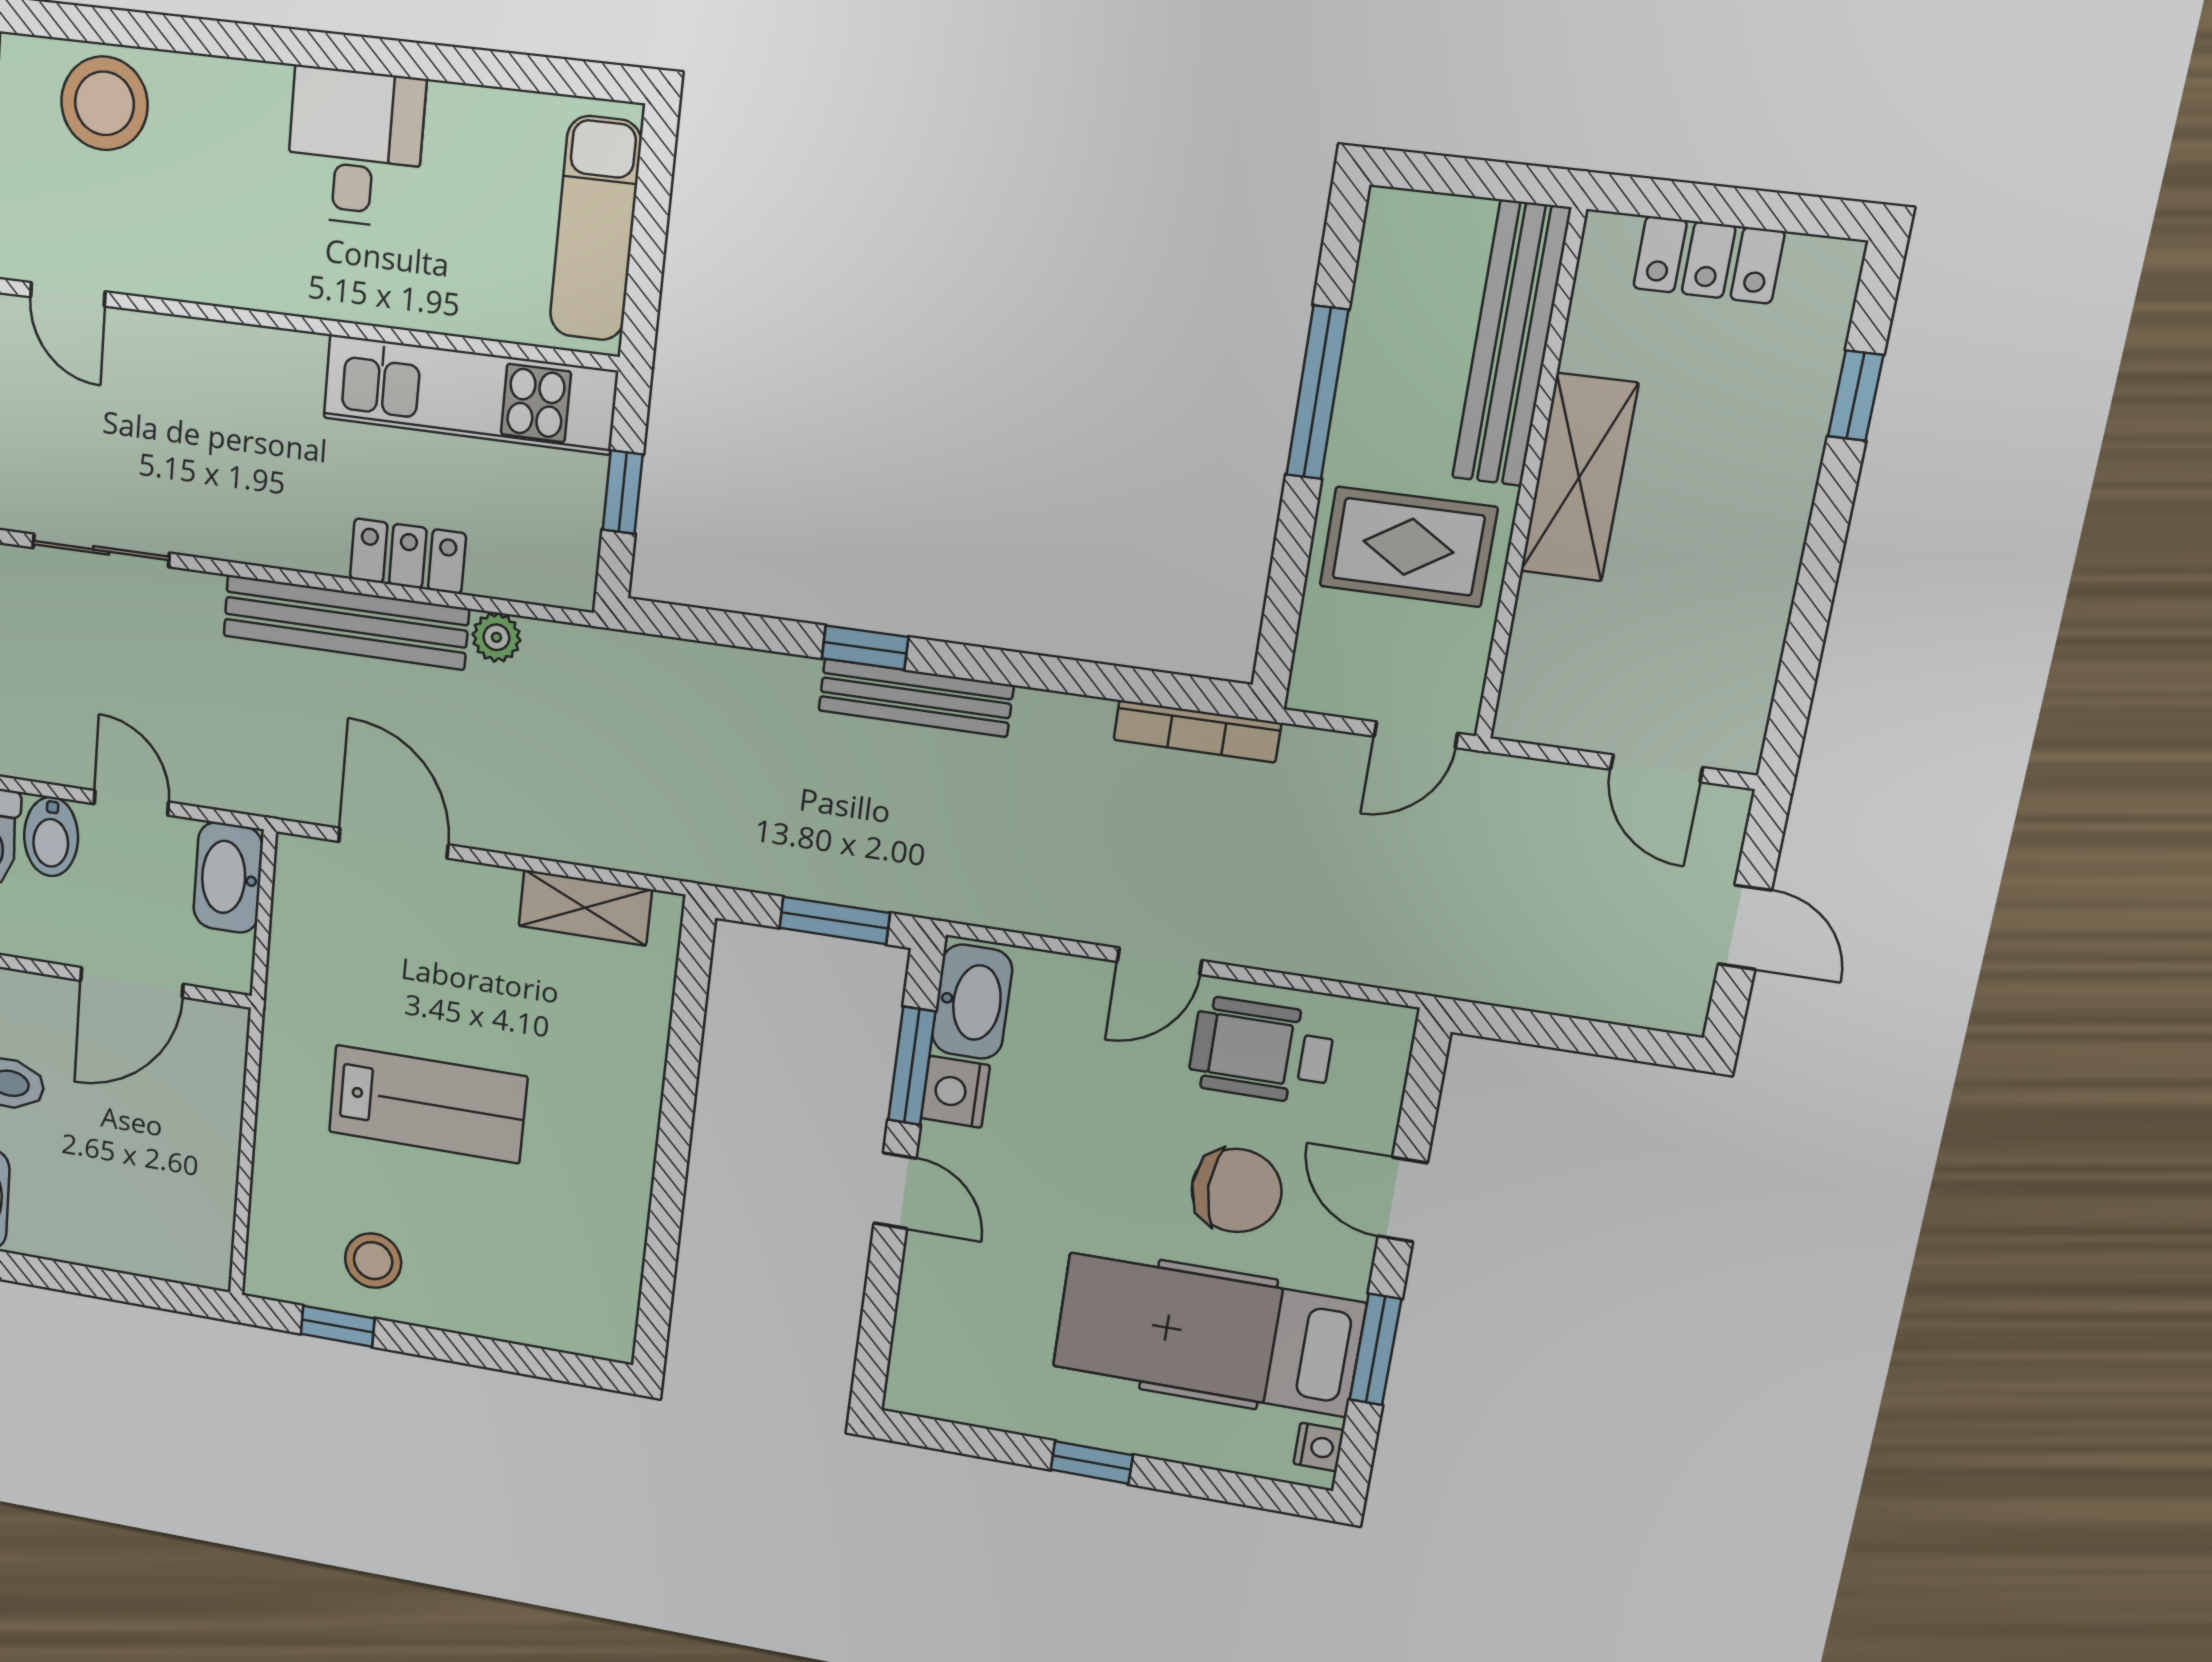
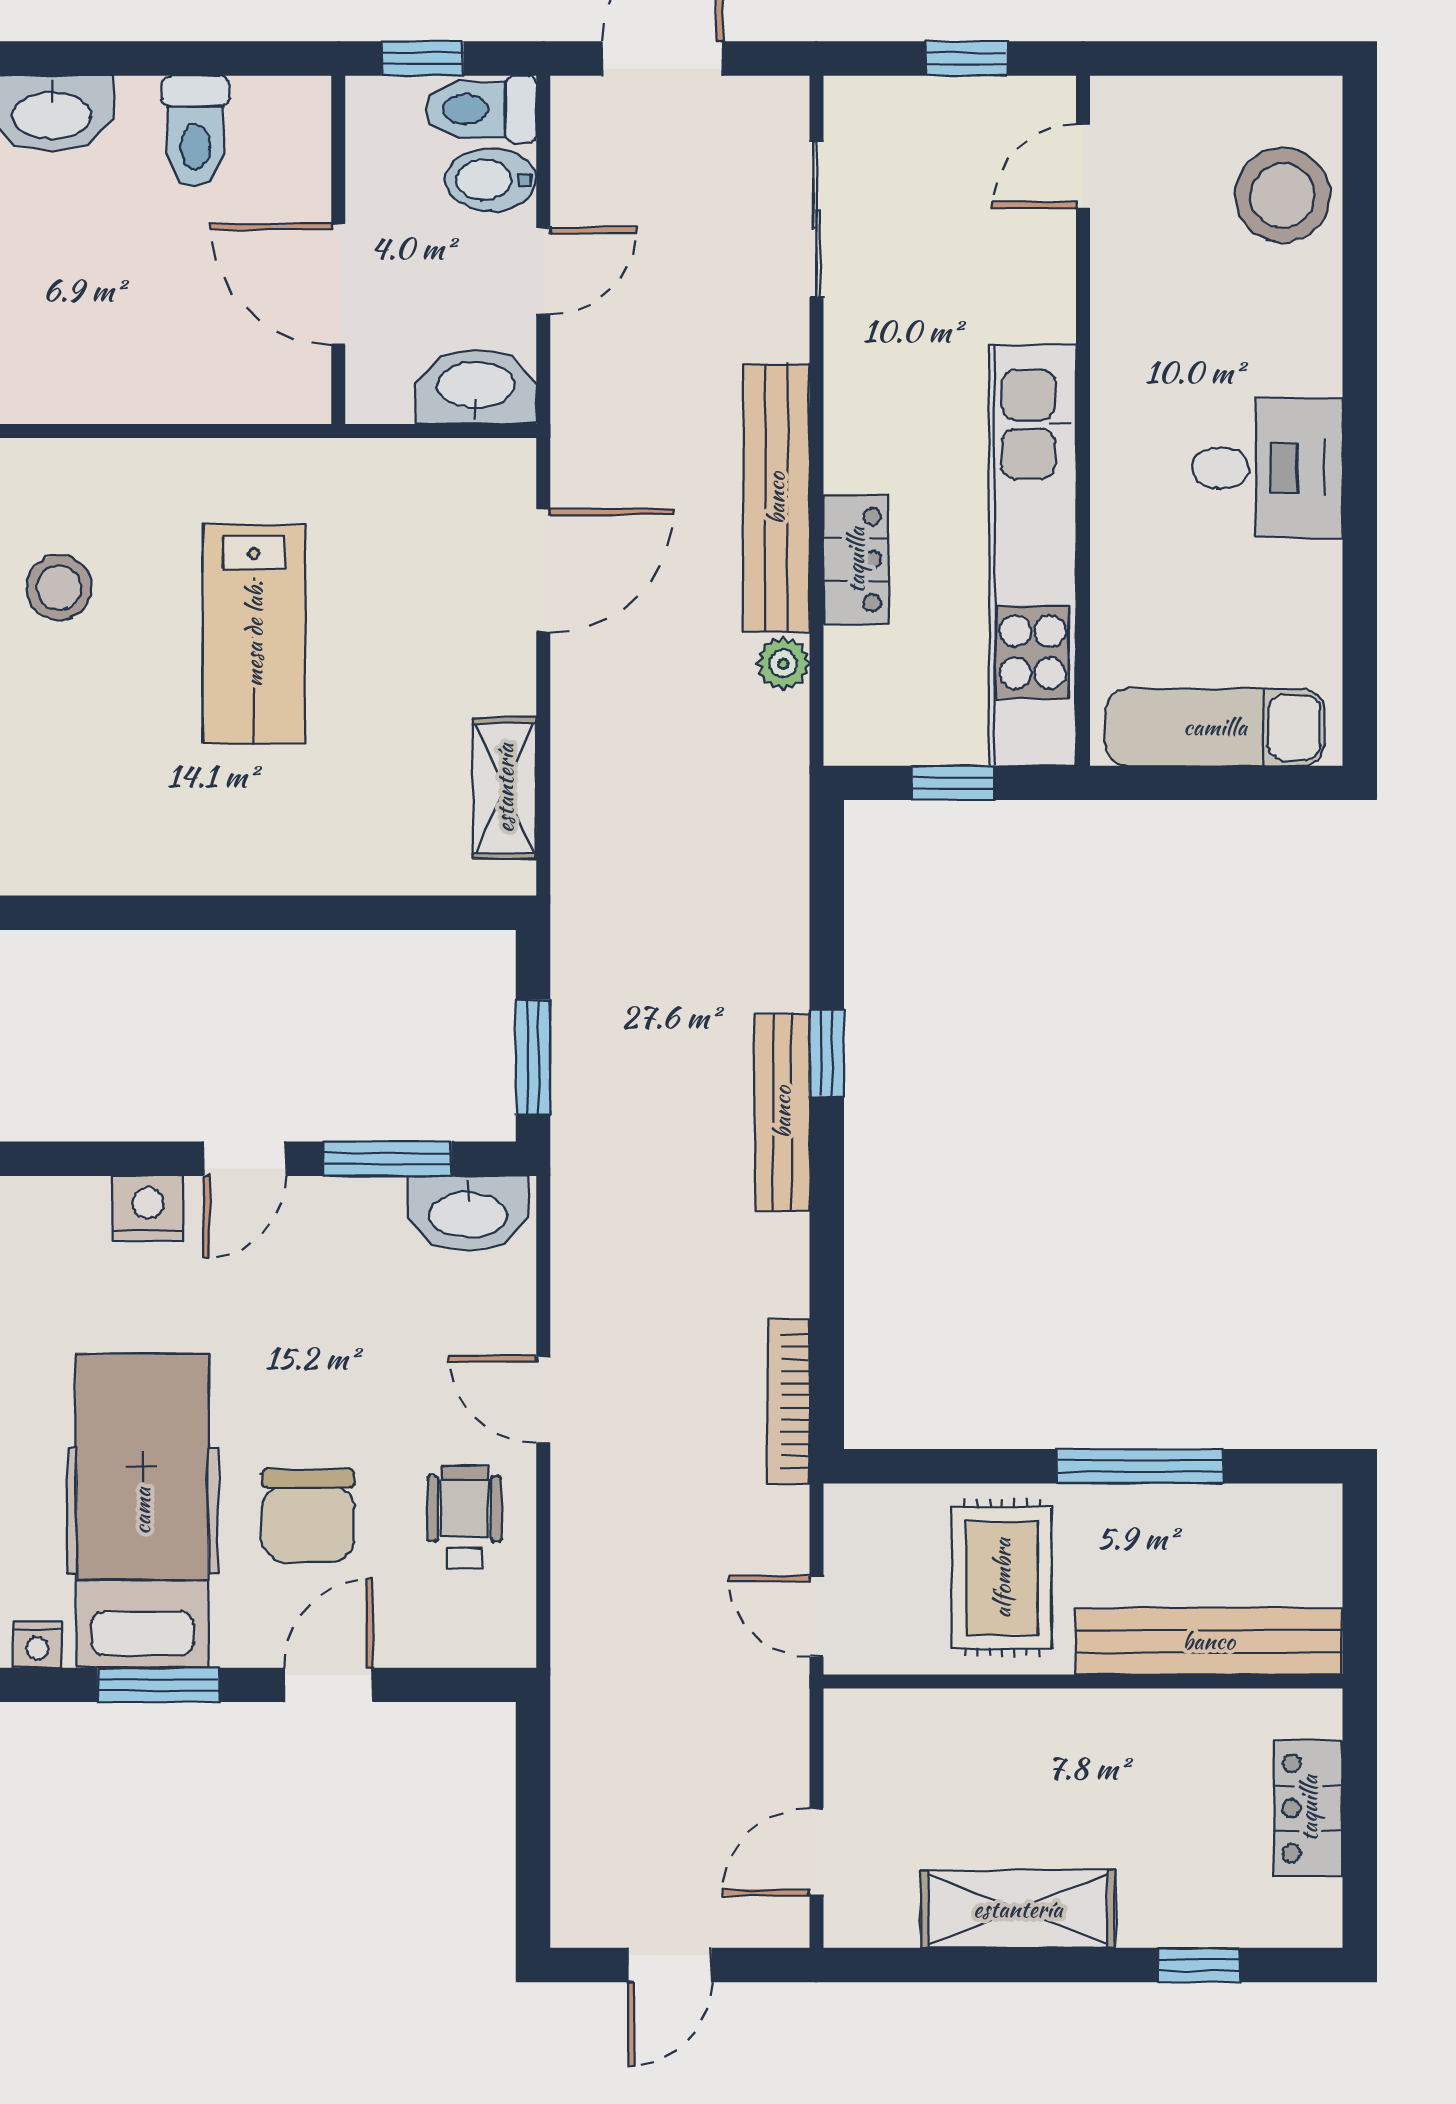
kitchen unit: (470, 394) -> (1033, 555), width x1.36
shelving: (1579, 478) -> (1018, 1909), moved
wheelchair: (1261, 1051) -> (464, 1517), width x0.73, depth x0.73
nightstand: (955, 1092) -> (148, 1208), moved

